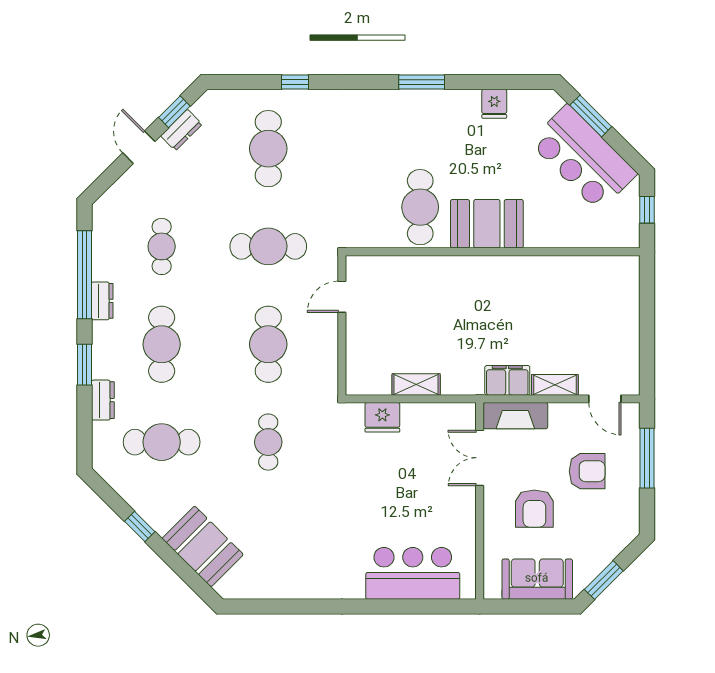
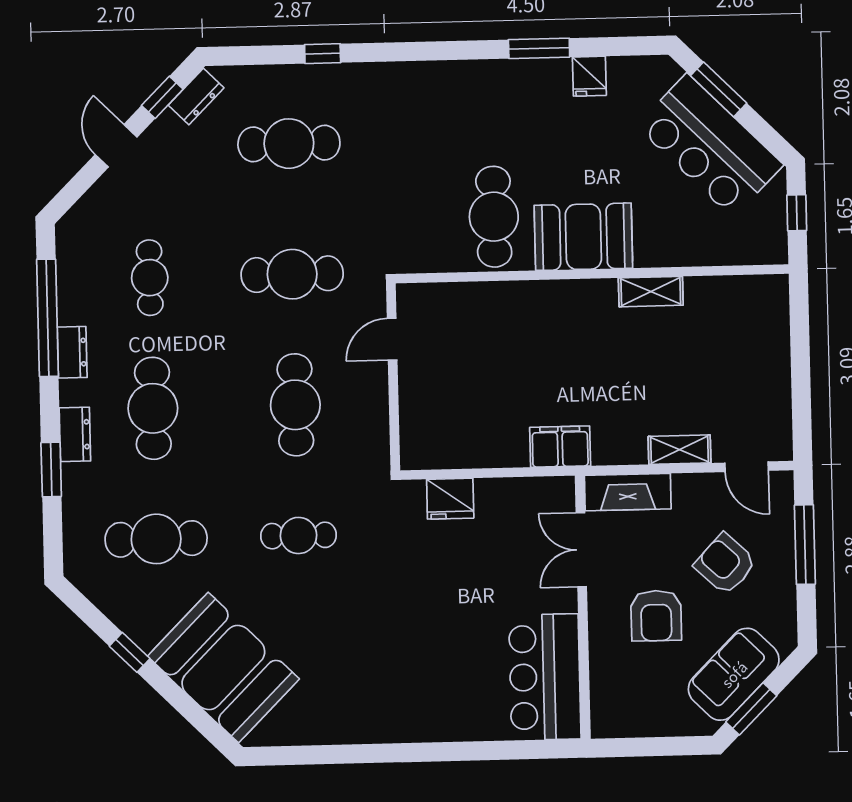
window: (422, 82) -> (539, 48), moved
dresser: (181, 130) -> (196, 96), moved
cafe table: (268, 149) -> (289, 144), turned 90
window: (84, 365) -> (51, 470), moved
filing cabinet: (507, 380) -> (560, 447), moved
shelving: (416, 385) -> (651, 292), moved
dresser: (103, 400) -> (75, 434), moved
cafe table: (268, 442) -> (299, 535), turned 90
armchair: (587, 471) -> (725, 564), turned -137
booth: (203, 546) -> (223, 668), width x1.36, depth x1.42
bar counter: (413, 573) -> (545, 677), moved, turned -90
sofa: (537, 579) -> (734, 674), moved, turned -45

